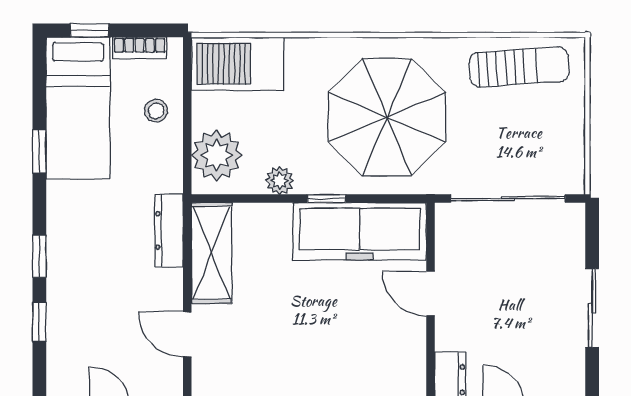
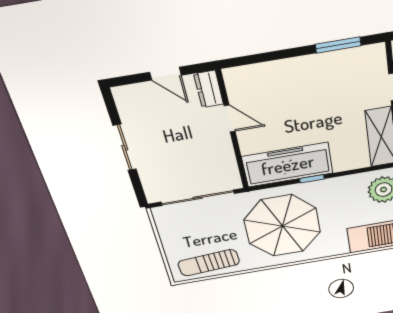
plant: (280, 181) -> (343, 183), removed
door: (431, 293) -> (230, 119), moved

